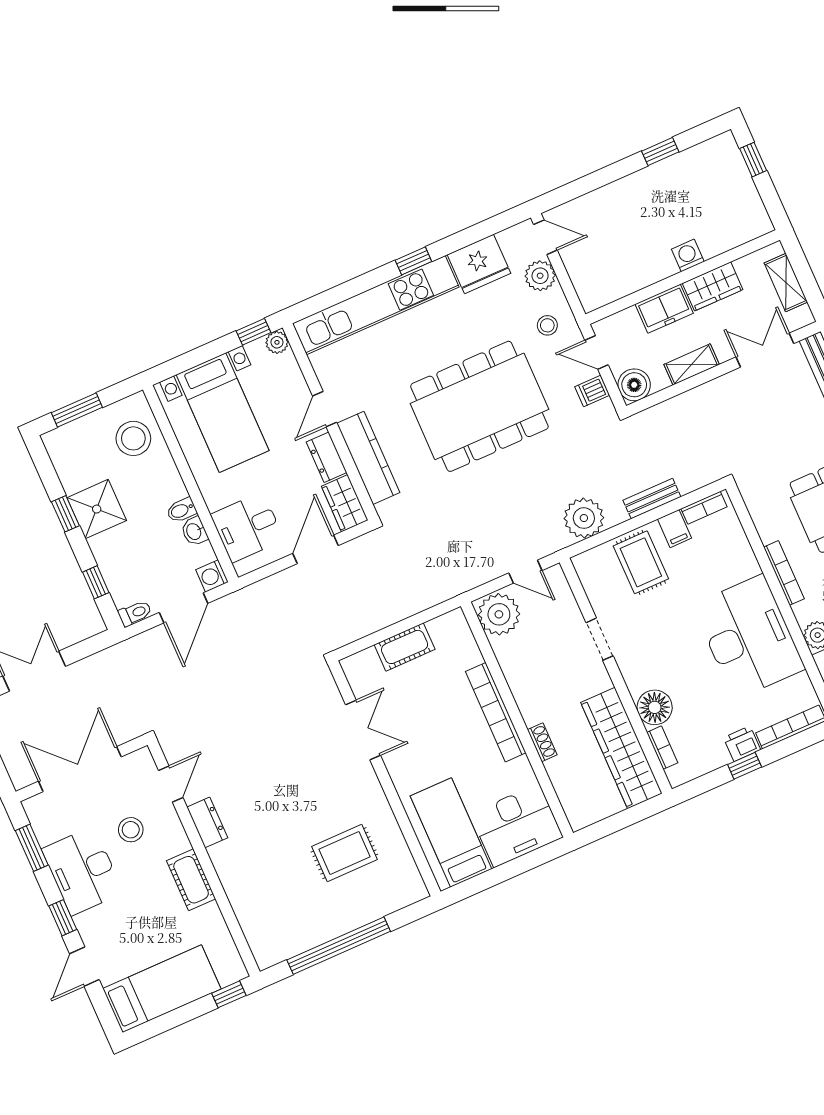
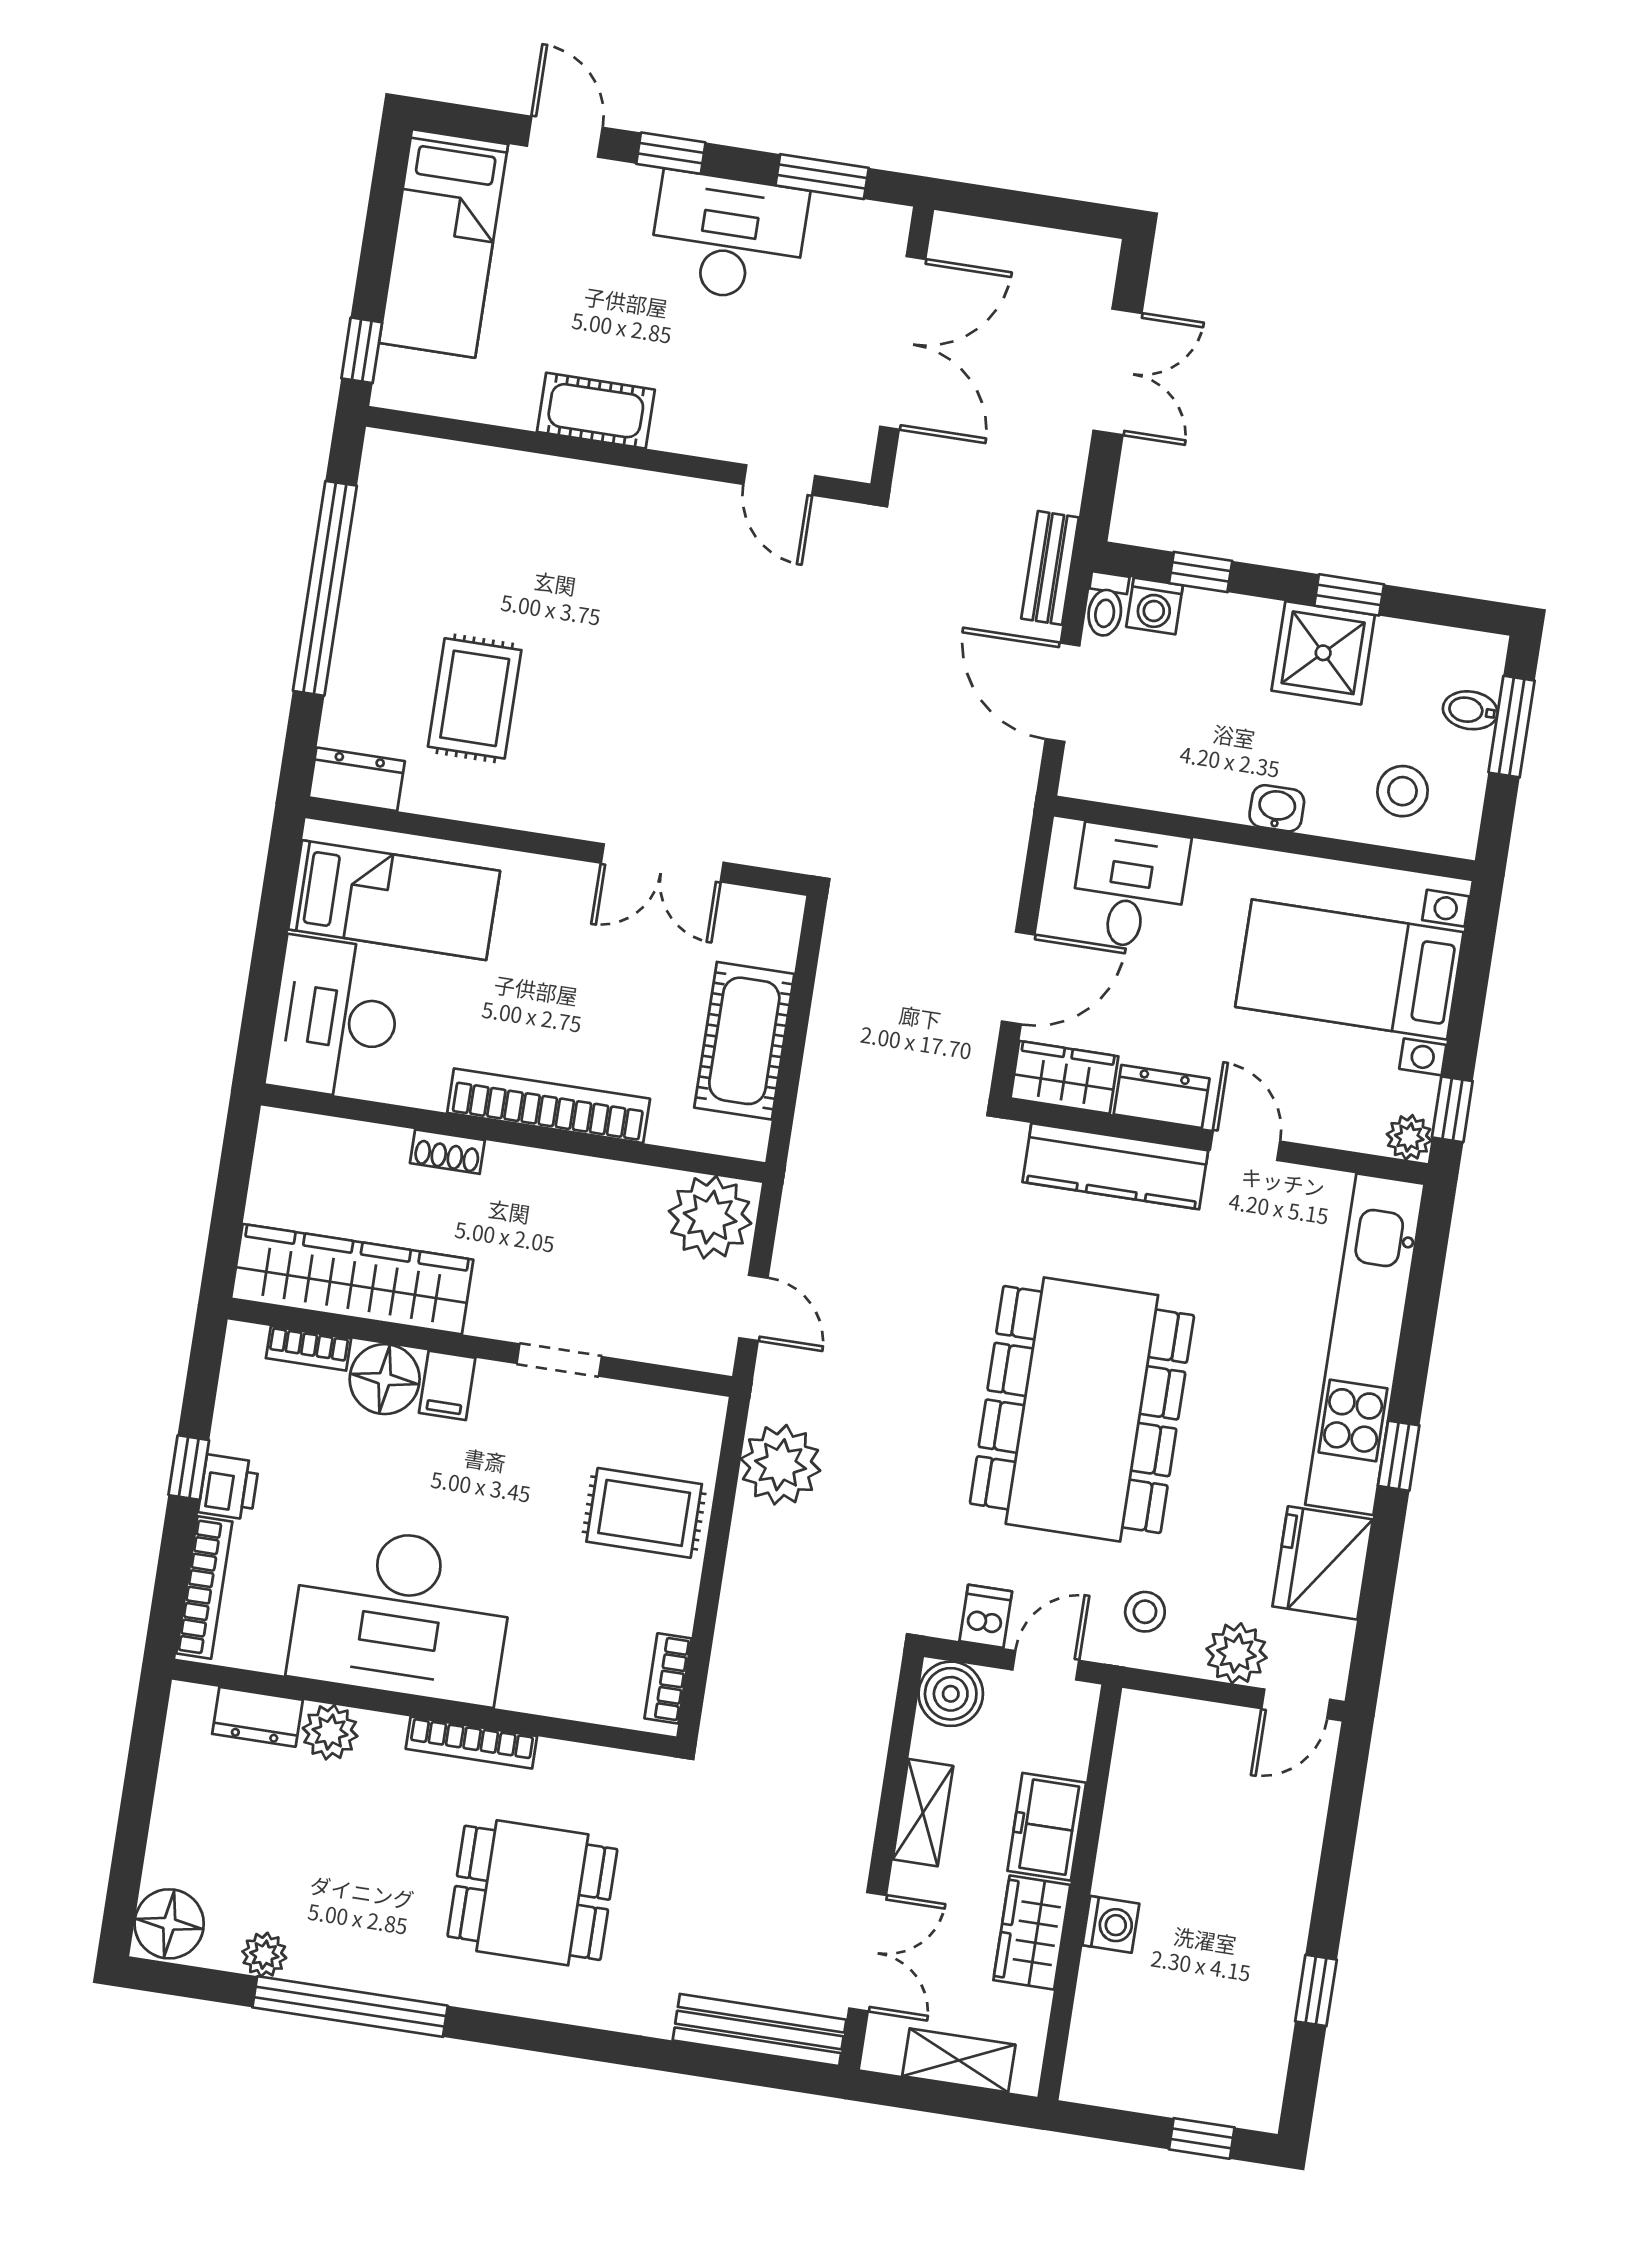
stool: (133, 438) -> (1403, 791), width x0.73, depth x0.73
bench: (652, 499) -> (1050, 568), moved
bidet: (181, 510) -> (1470, 710), moved, turned -90
filing cabinet: (674, 529) -> (447, 1385), moved, turned -90
washbasin: (194, 531) -> (1277, 808), moved
door: (315, 549) -> (1018, 978), hinge flipped
door: (525, 572) -> (753, 1308), swing flipped
washing machine: (212, 576) -> (1155, 606), moved, turned 180
cot: (405, 647) -> (744, 1041), width x1.37, depth x1.34
dresser: (207, 822) -> (357, 779), moved, turned 180
stool: (131, 830) -> (745, 363), removed

